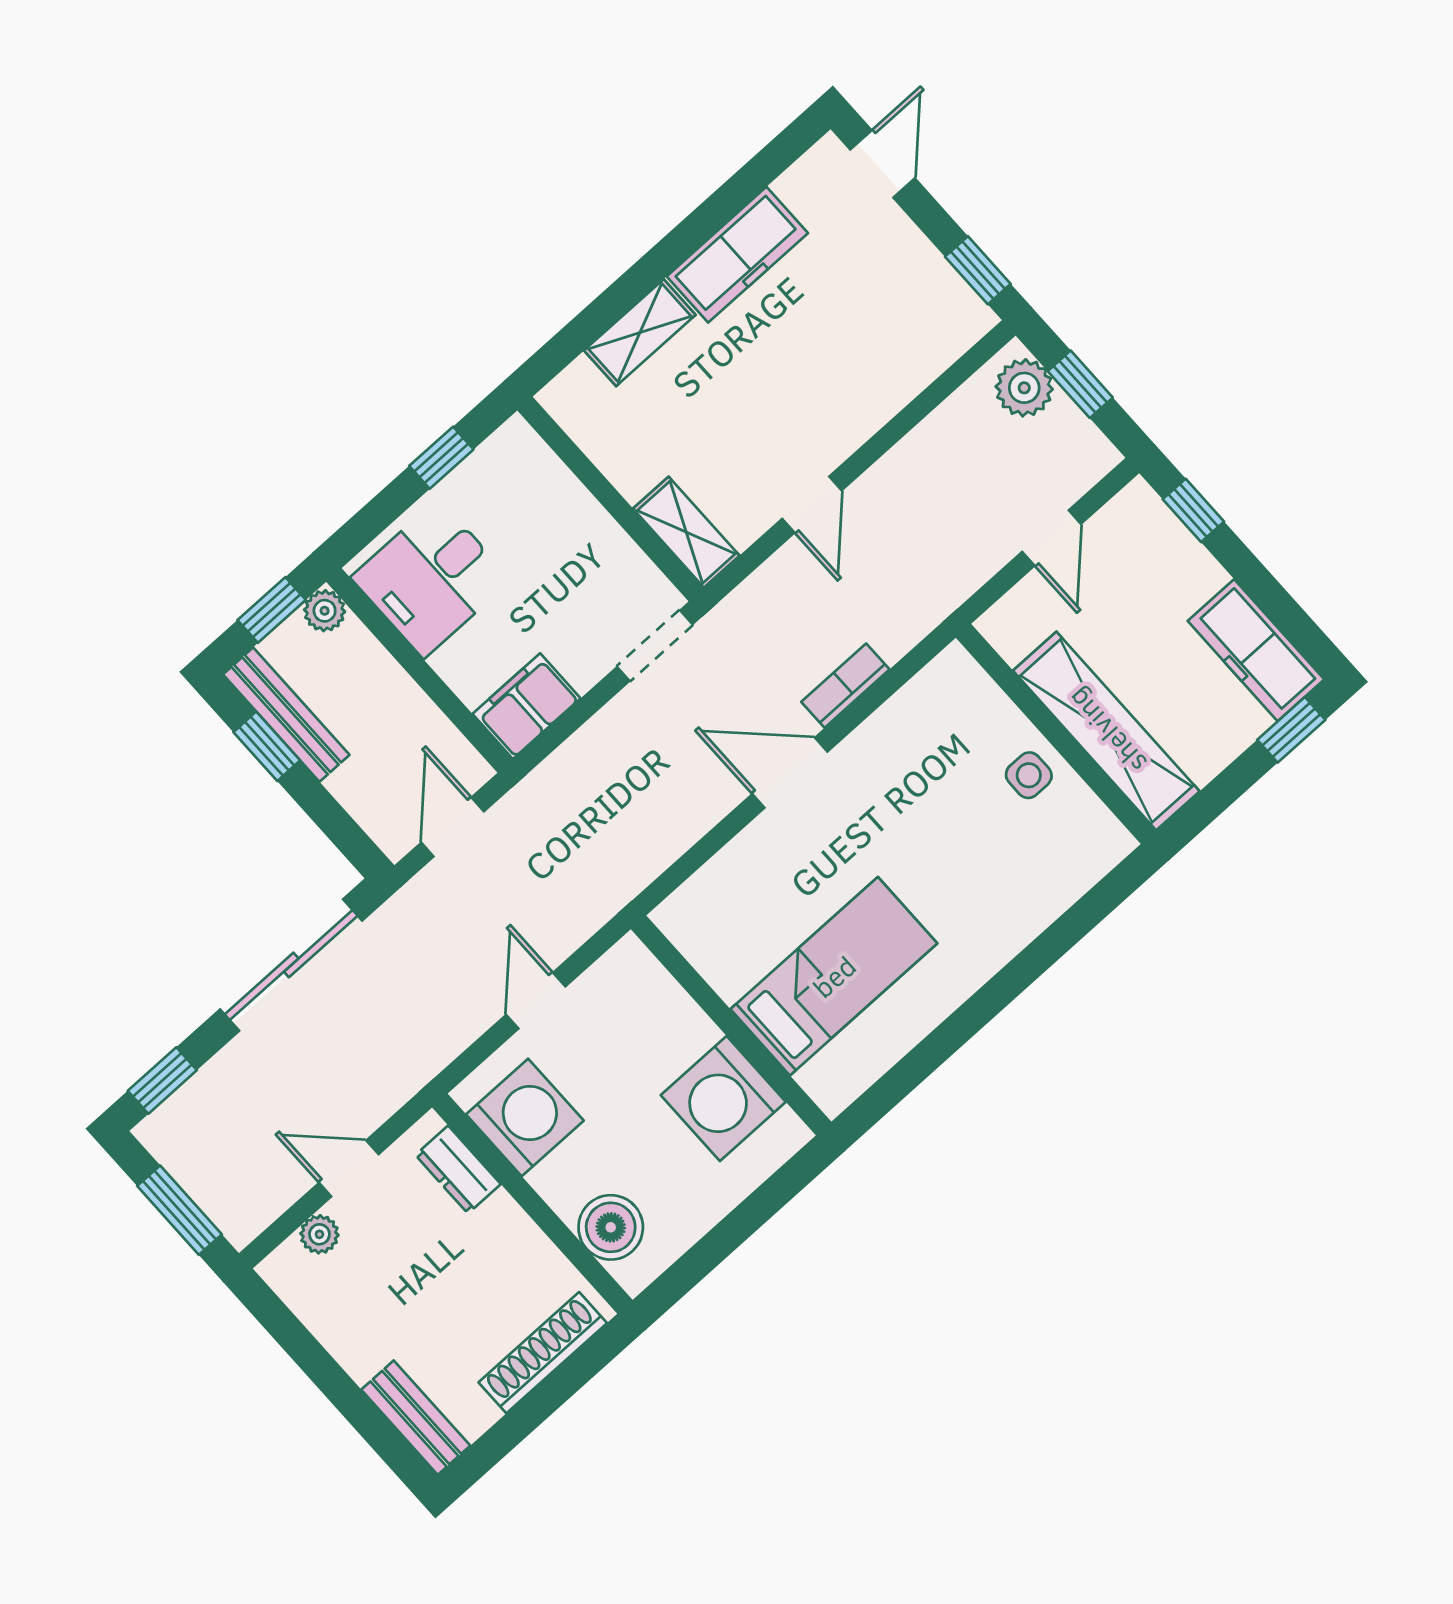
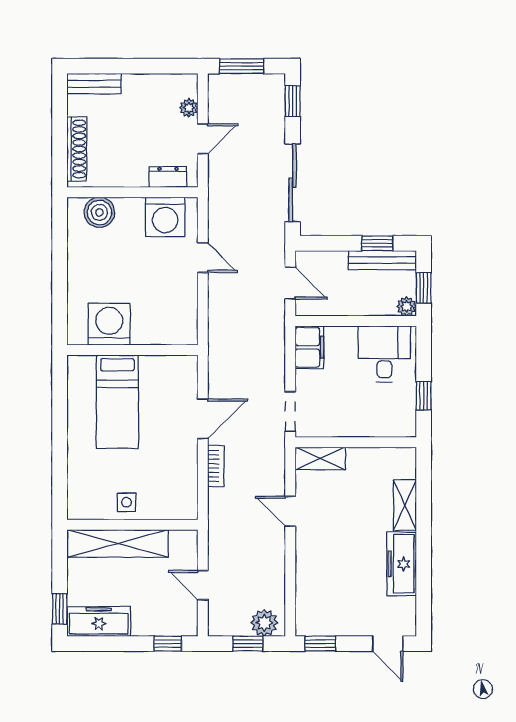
bed: (834, 976) -> (117, 402), moved
wall: (731, 1025) -> (132, 350), moved
washing machine: (723, 1099) -> (109, 324), moved

